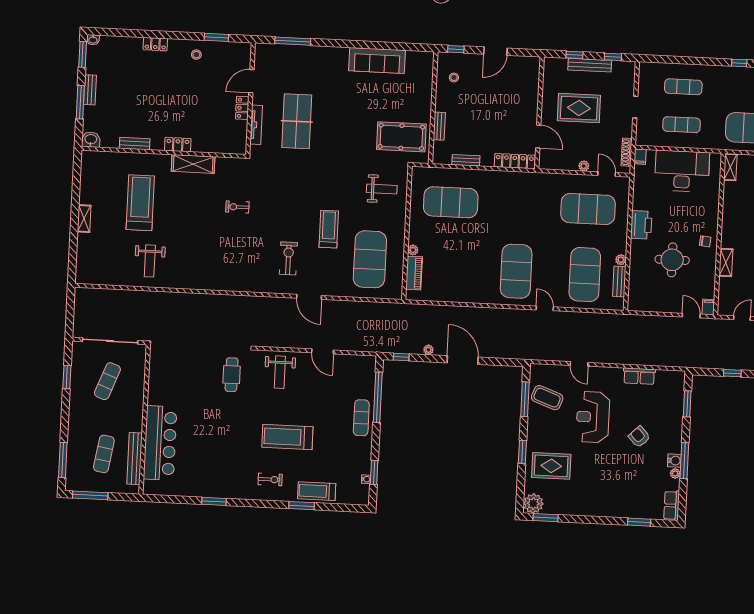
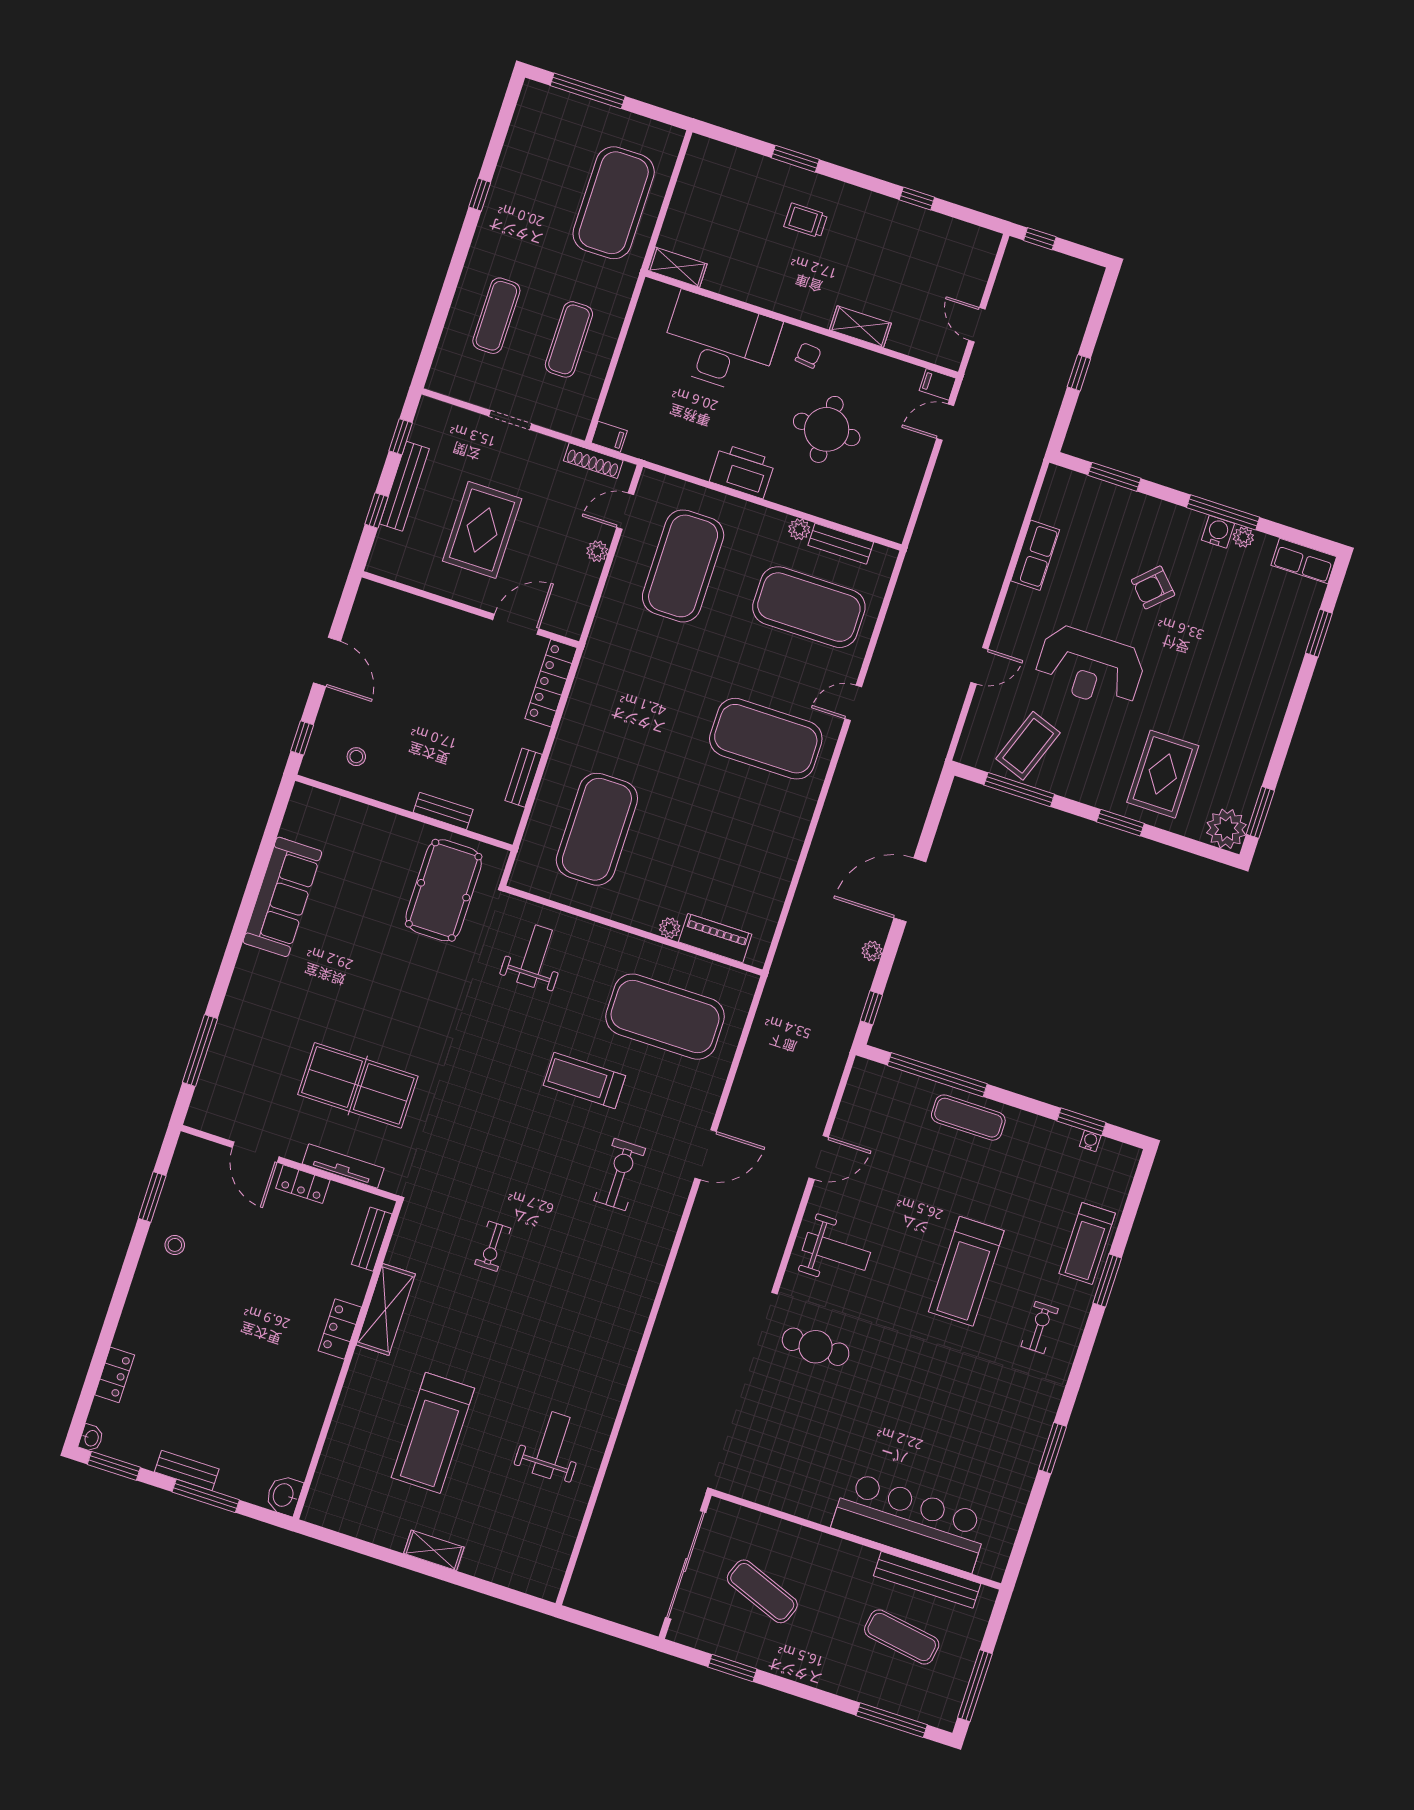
locker: (155, 44) -> (115, 1375), moved
bench: (135, 144) -> (372, 1239), moved
desk: (682, 171) -> (720, 343), moved, turned 90
treadmill: (140, 203) -> (433, 1433), turned -90
exercise bike: (288, 258) -> (620, 1175), turned 90
weight bench: (150, 261) -> (551, 1445), turned -90

